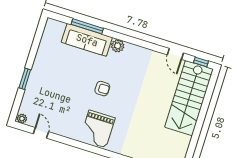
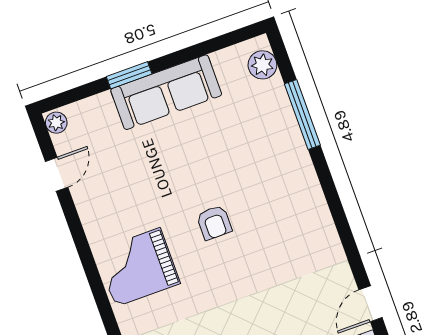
sofa: (87, 40) -> (166, 92), moved, turned -90
plant: (118, 46) -> (262, 65), moved

